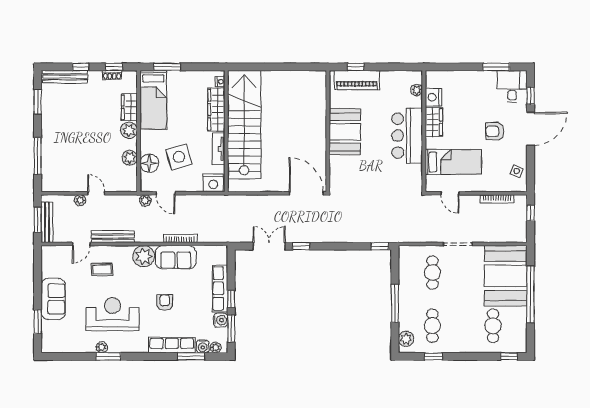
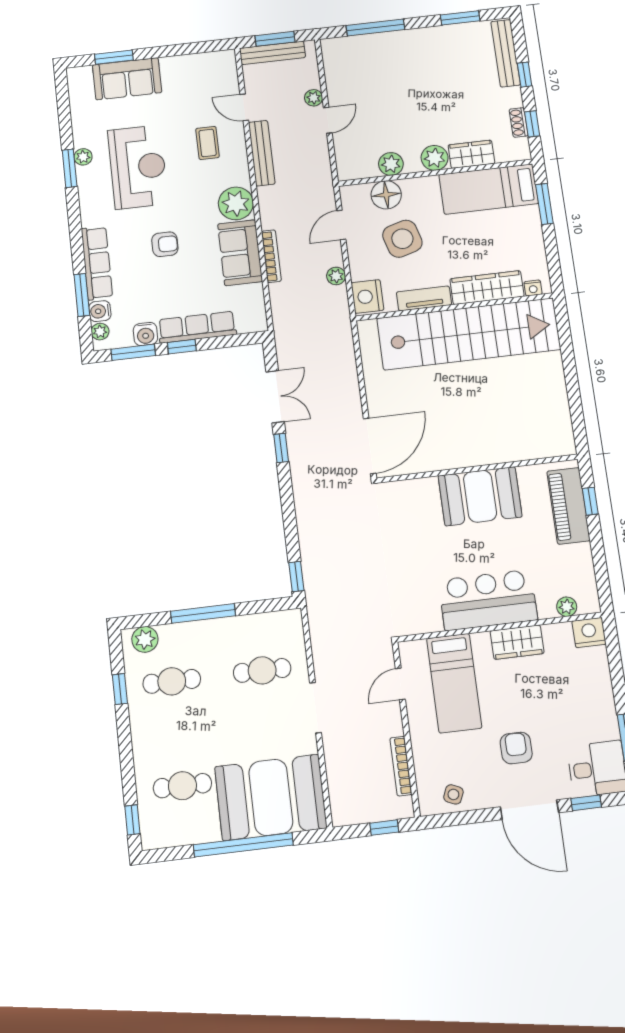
nightstand: (433, 97) -> (589, 633), moved
plant: (145, 200) -> (336, 276), moved
sofa: (53, 299) -> (127, 79), moved

